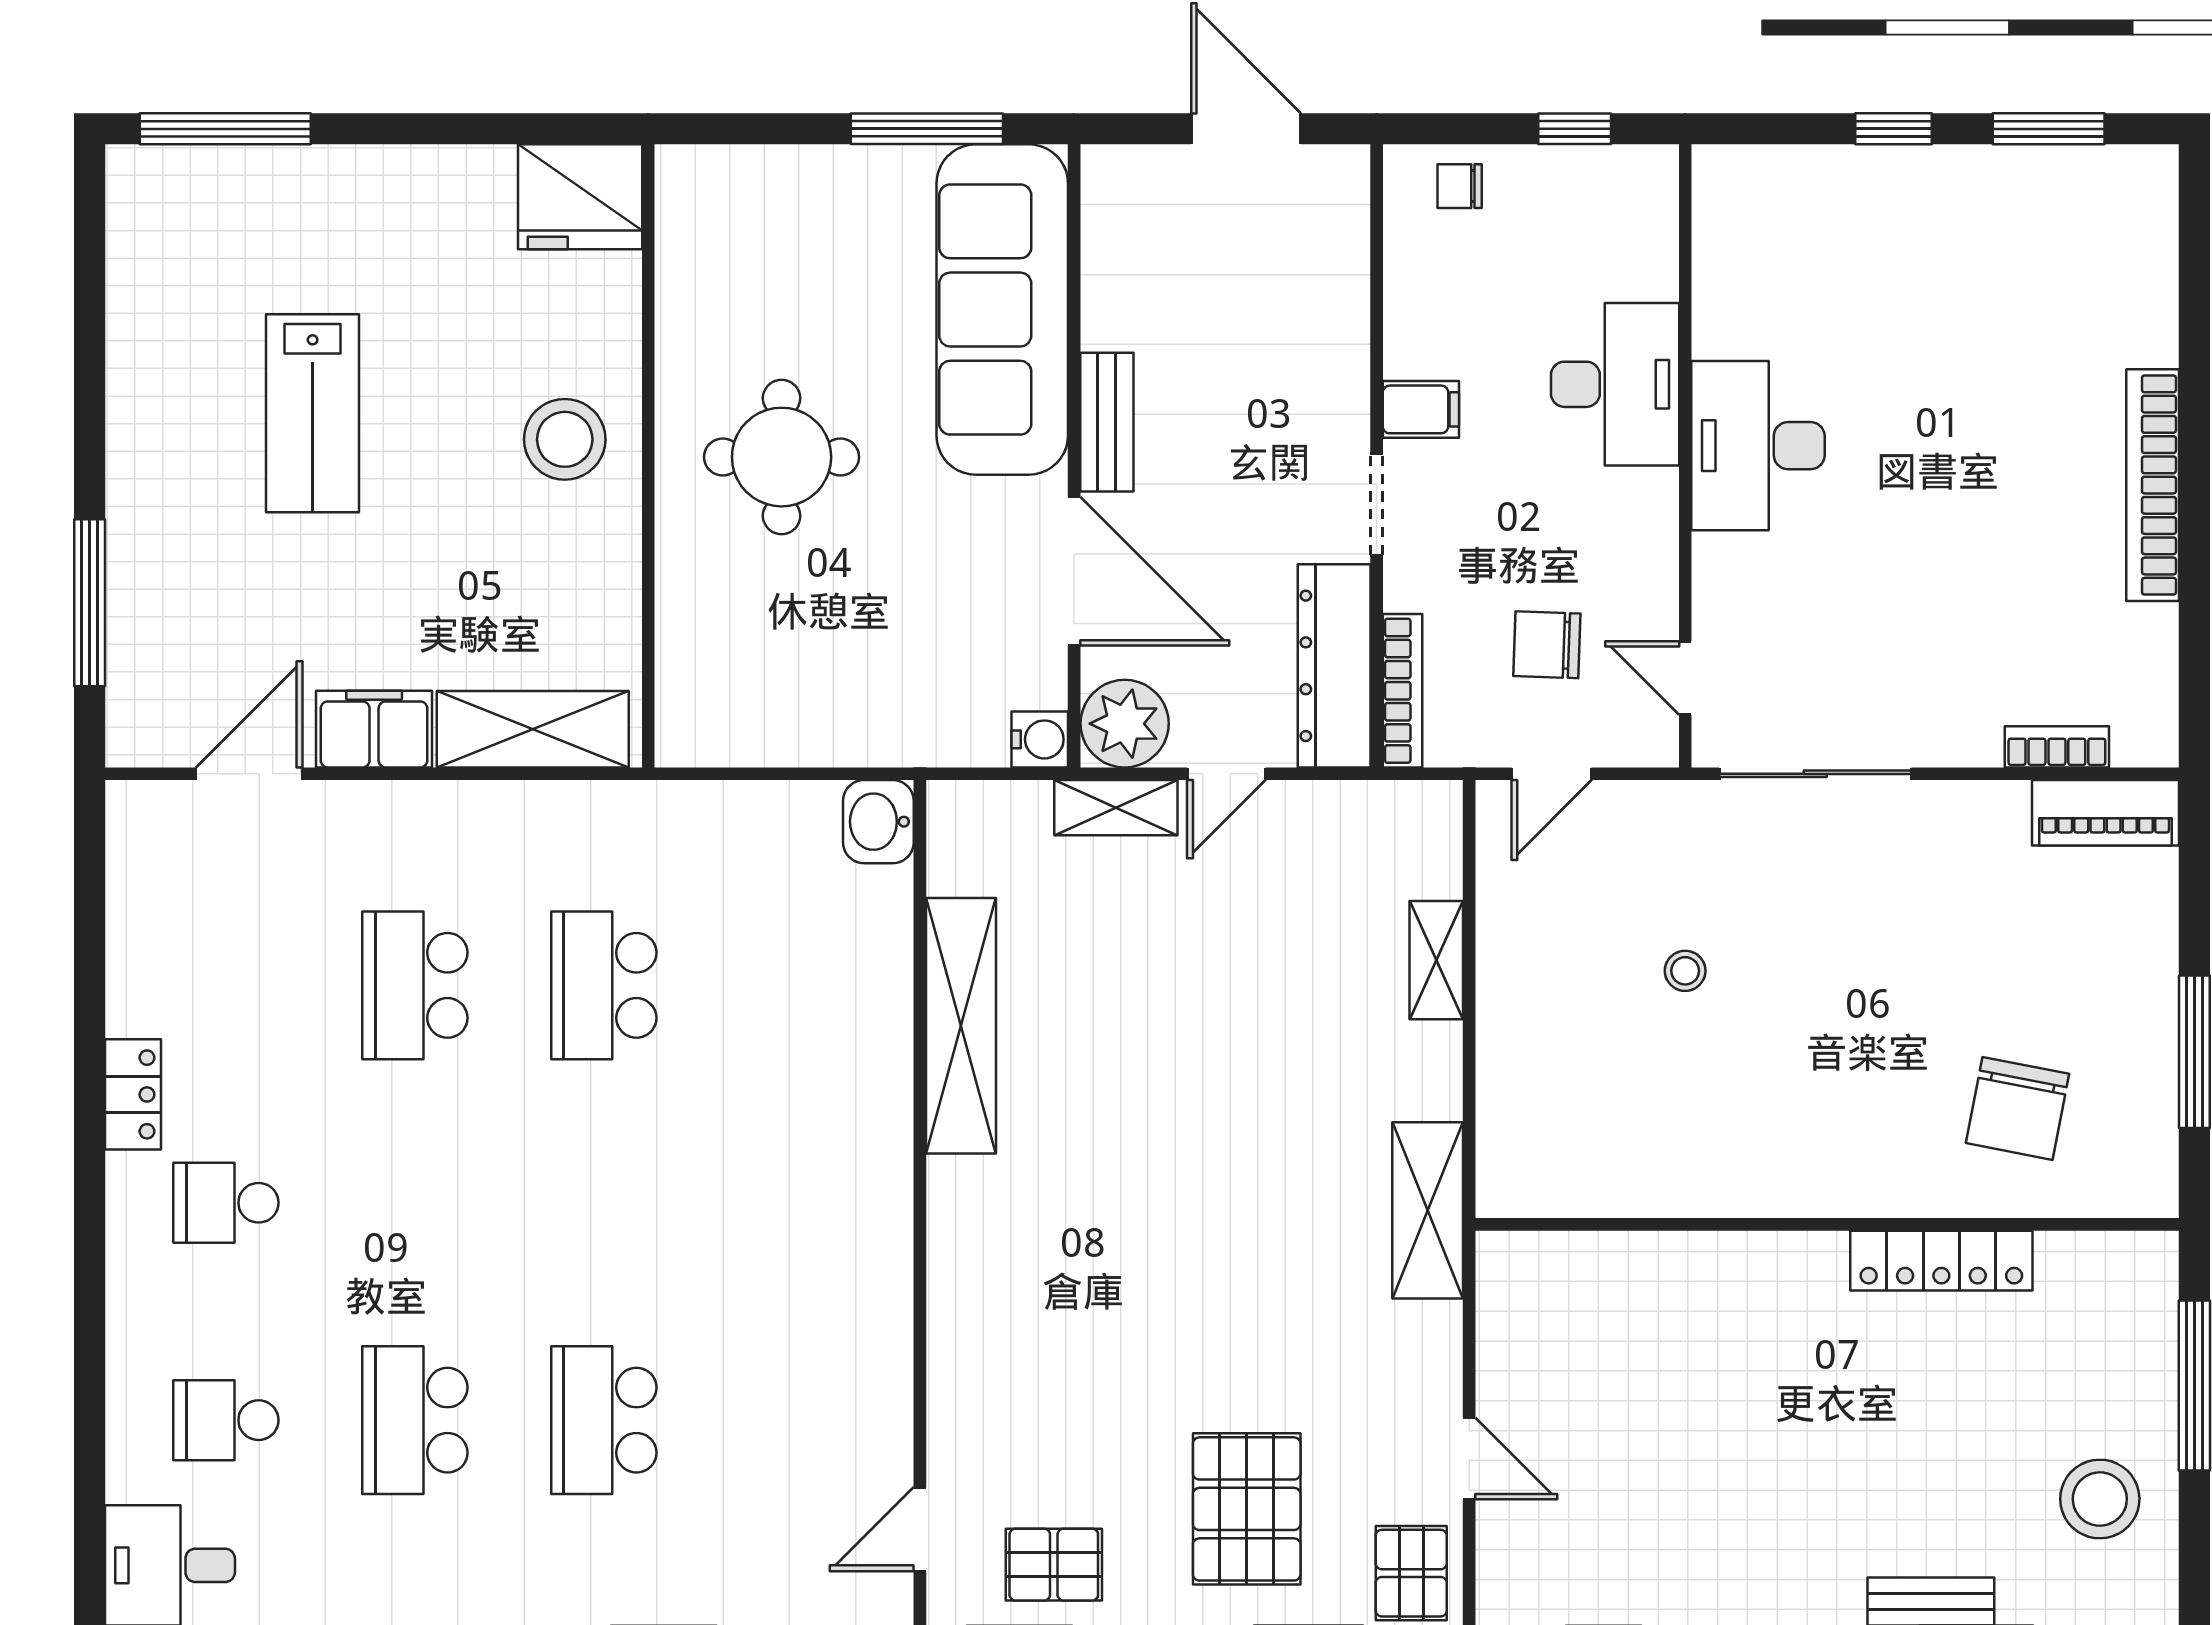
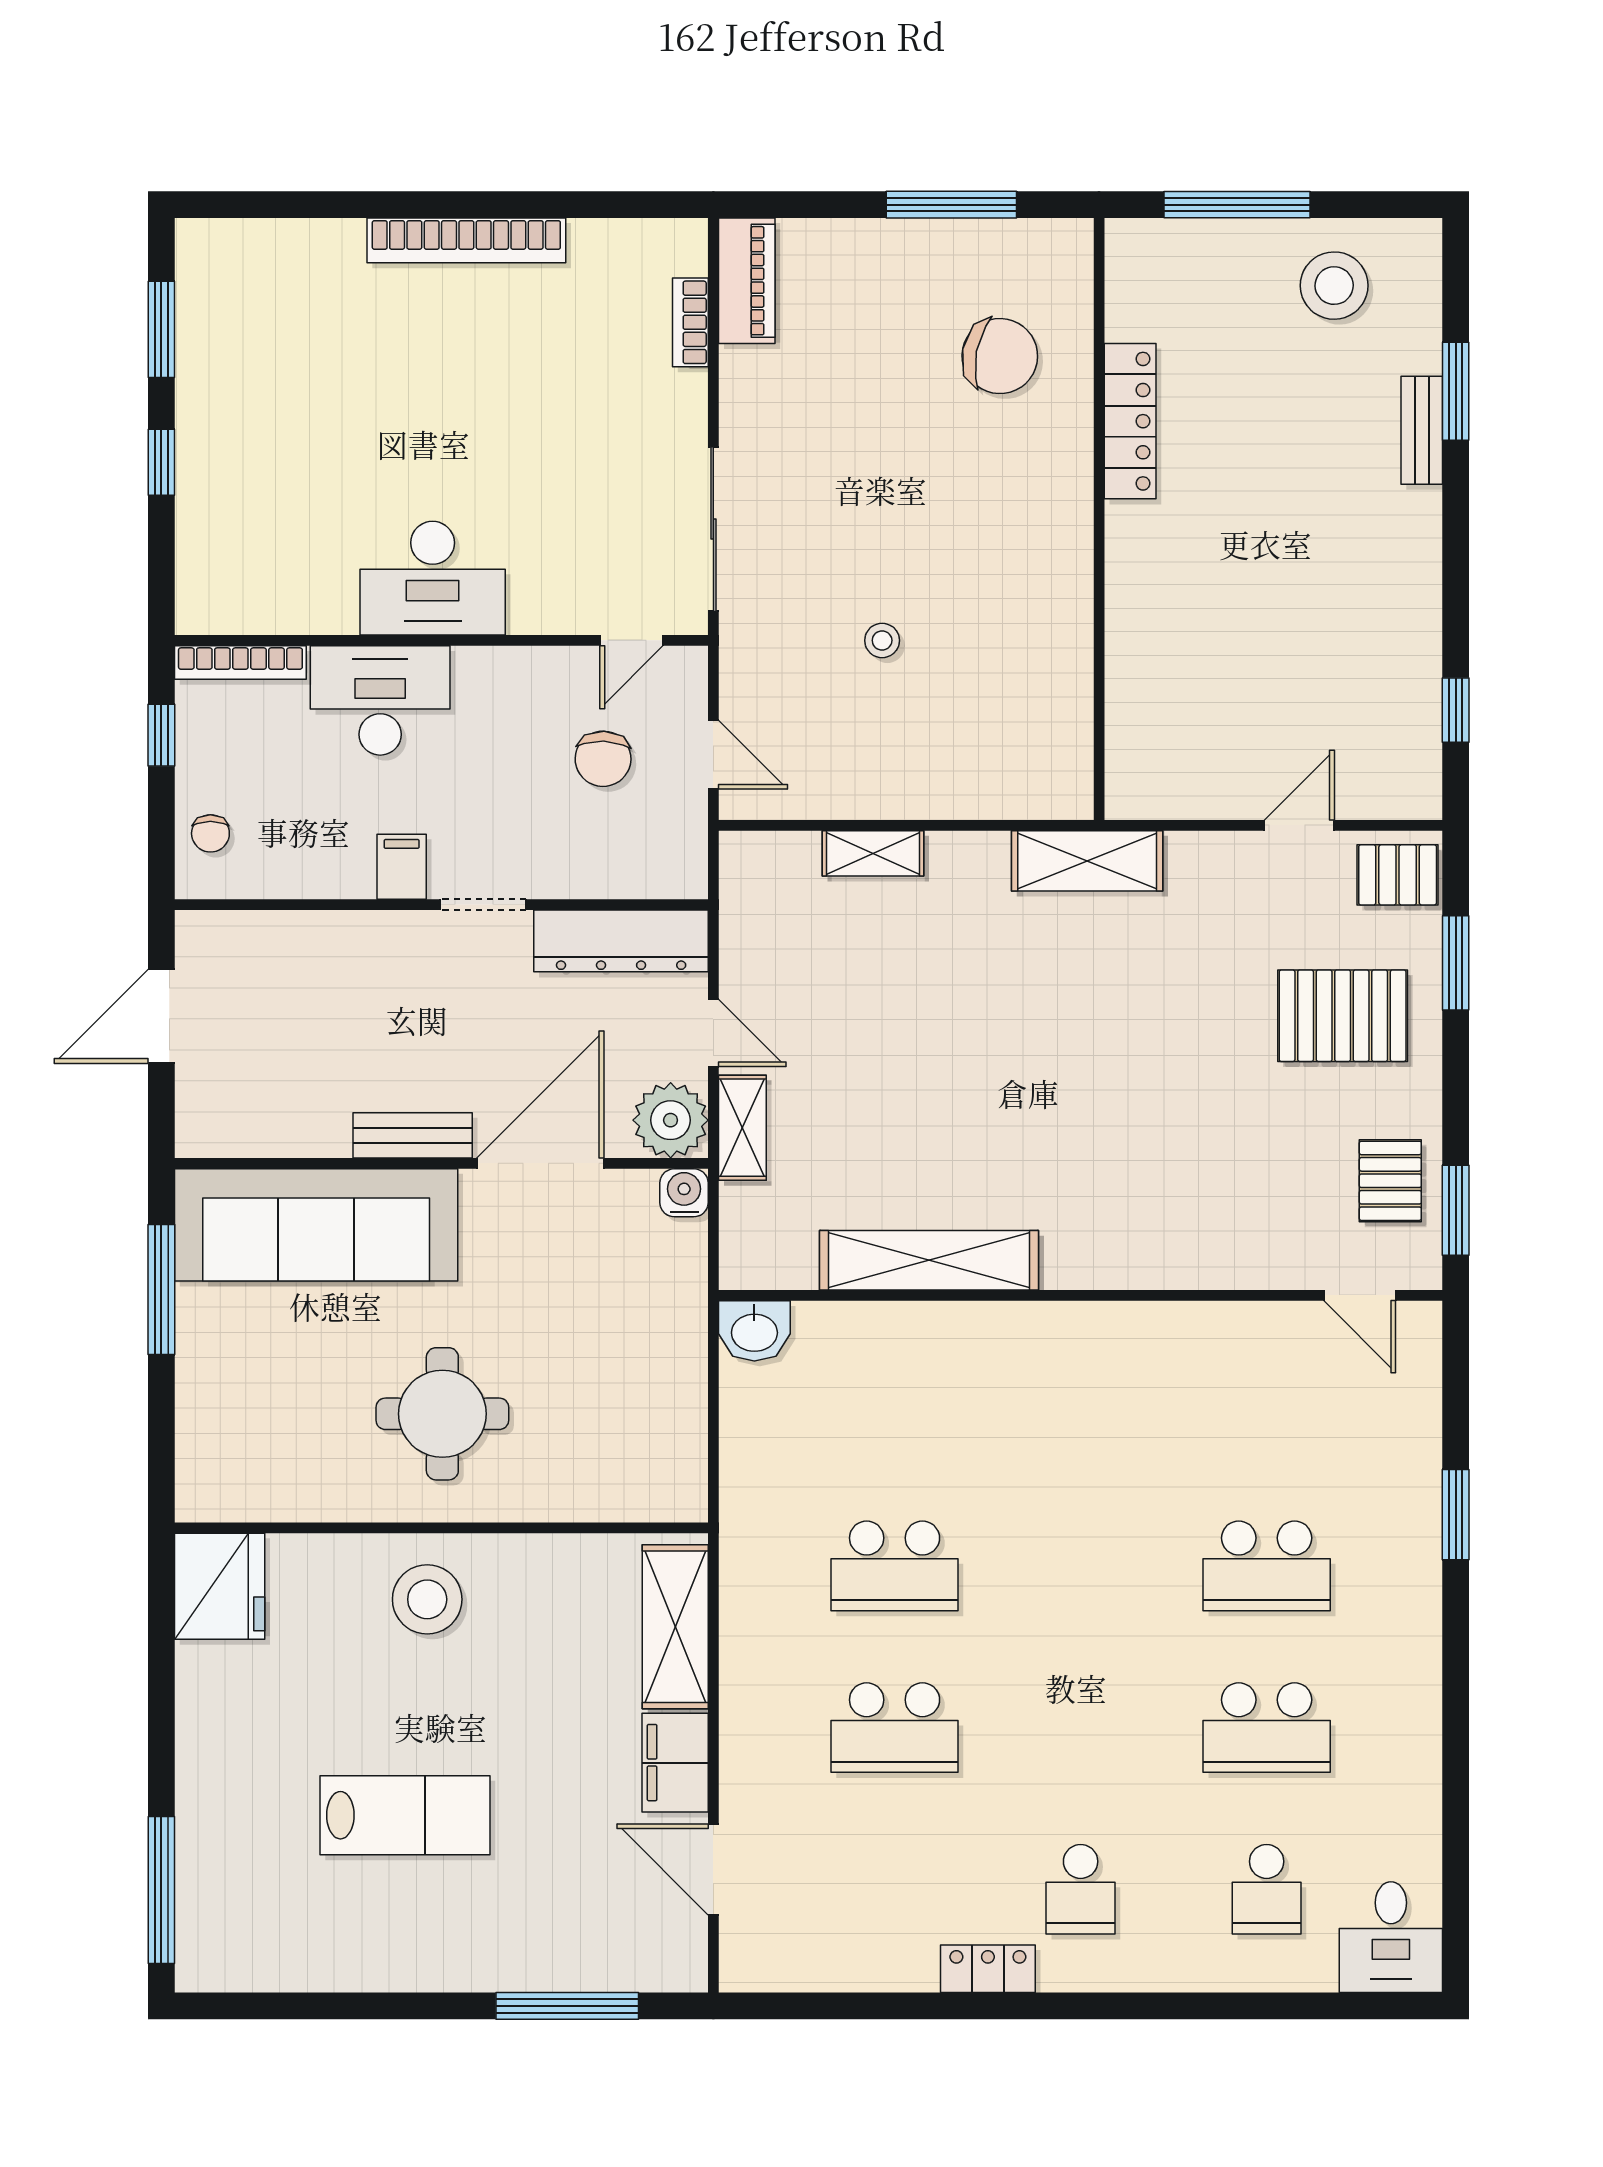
bookcase: (1402, 691) -> (240, 663), moved, turned 180

